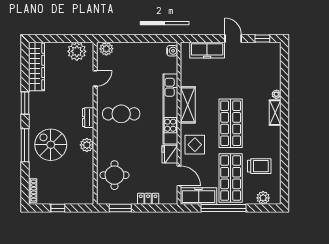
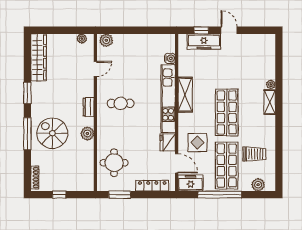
window: (262, 38) -> (201, 30), moved
plant: (77, 51) -> (82, 39), width x0.53, depth x0.53
water cooler: (172, 51) -> (170, 58), moved
cafe table: (121, 114) -> (121, 103), width x0.73, depth x0.74
display table: (195, 145) -> (197, 143), moved
freezer: (199, 196) -> (191, 183), width x0.71
locker: (148, 199) -> (152, 186), width x1.53

